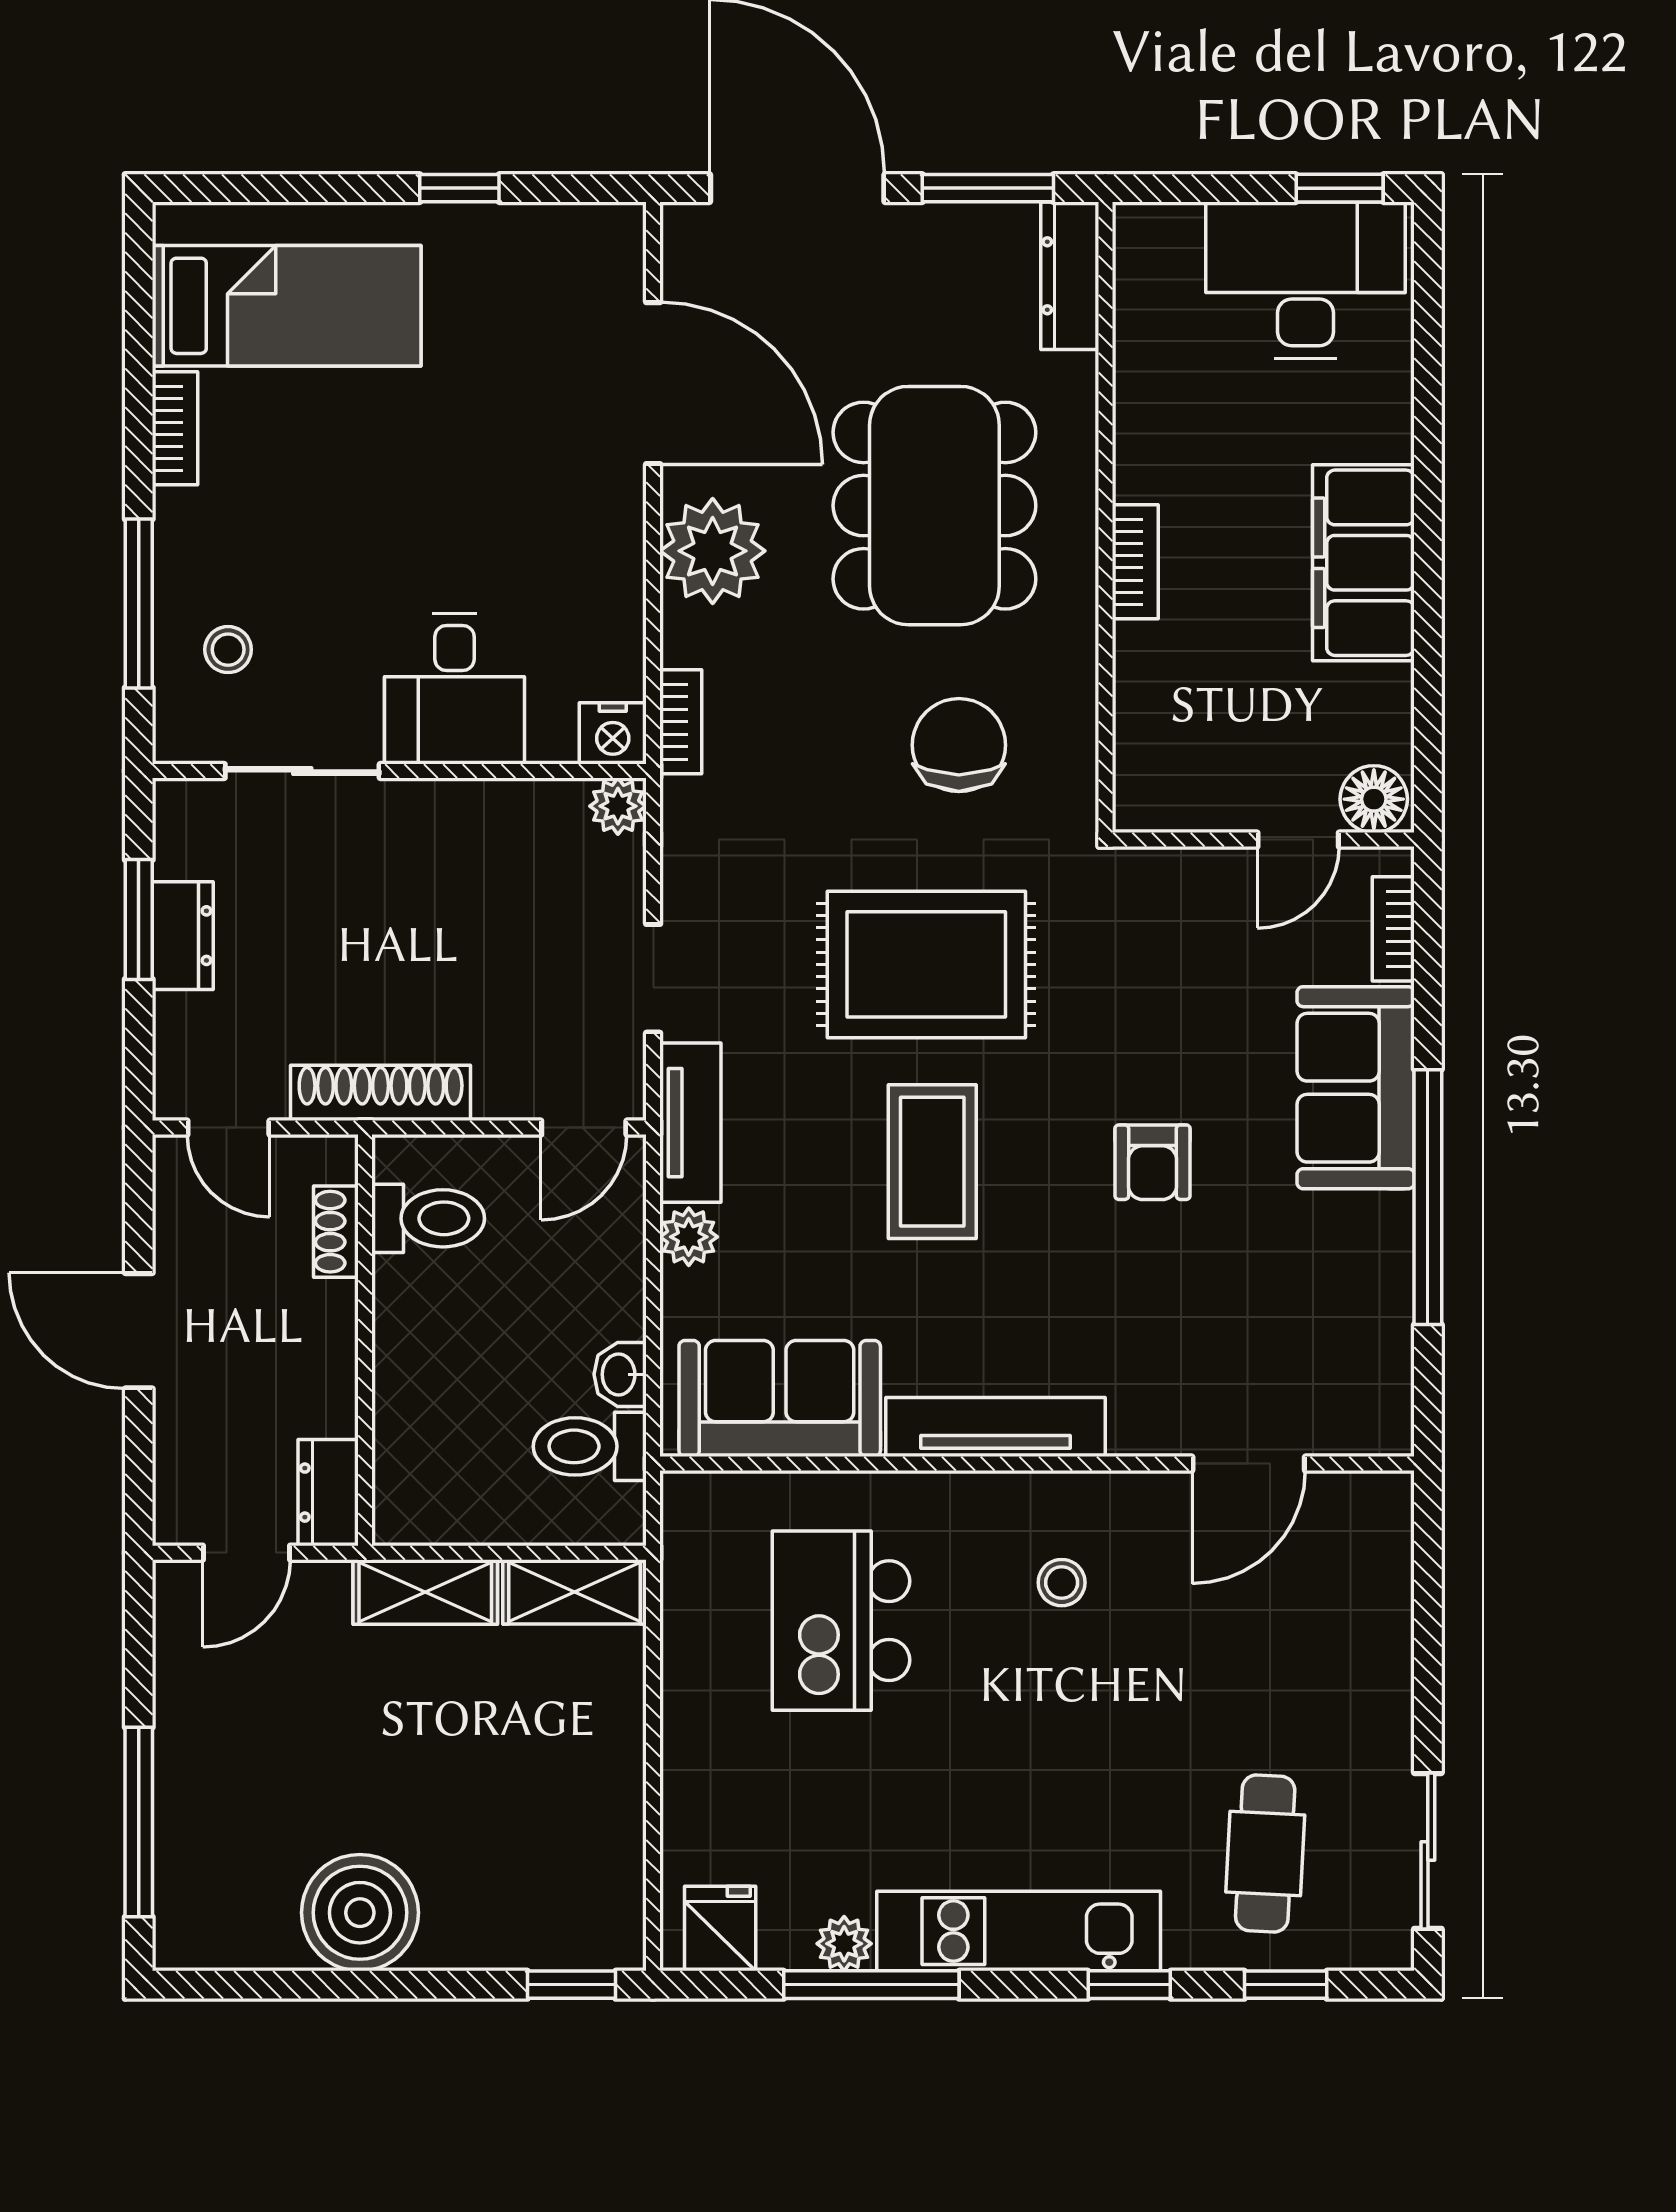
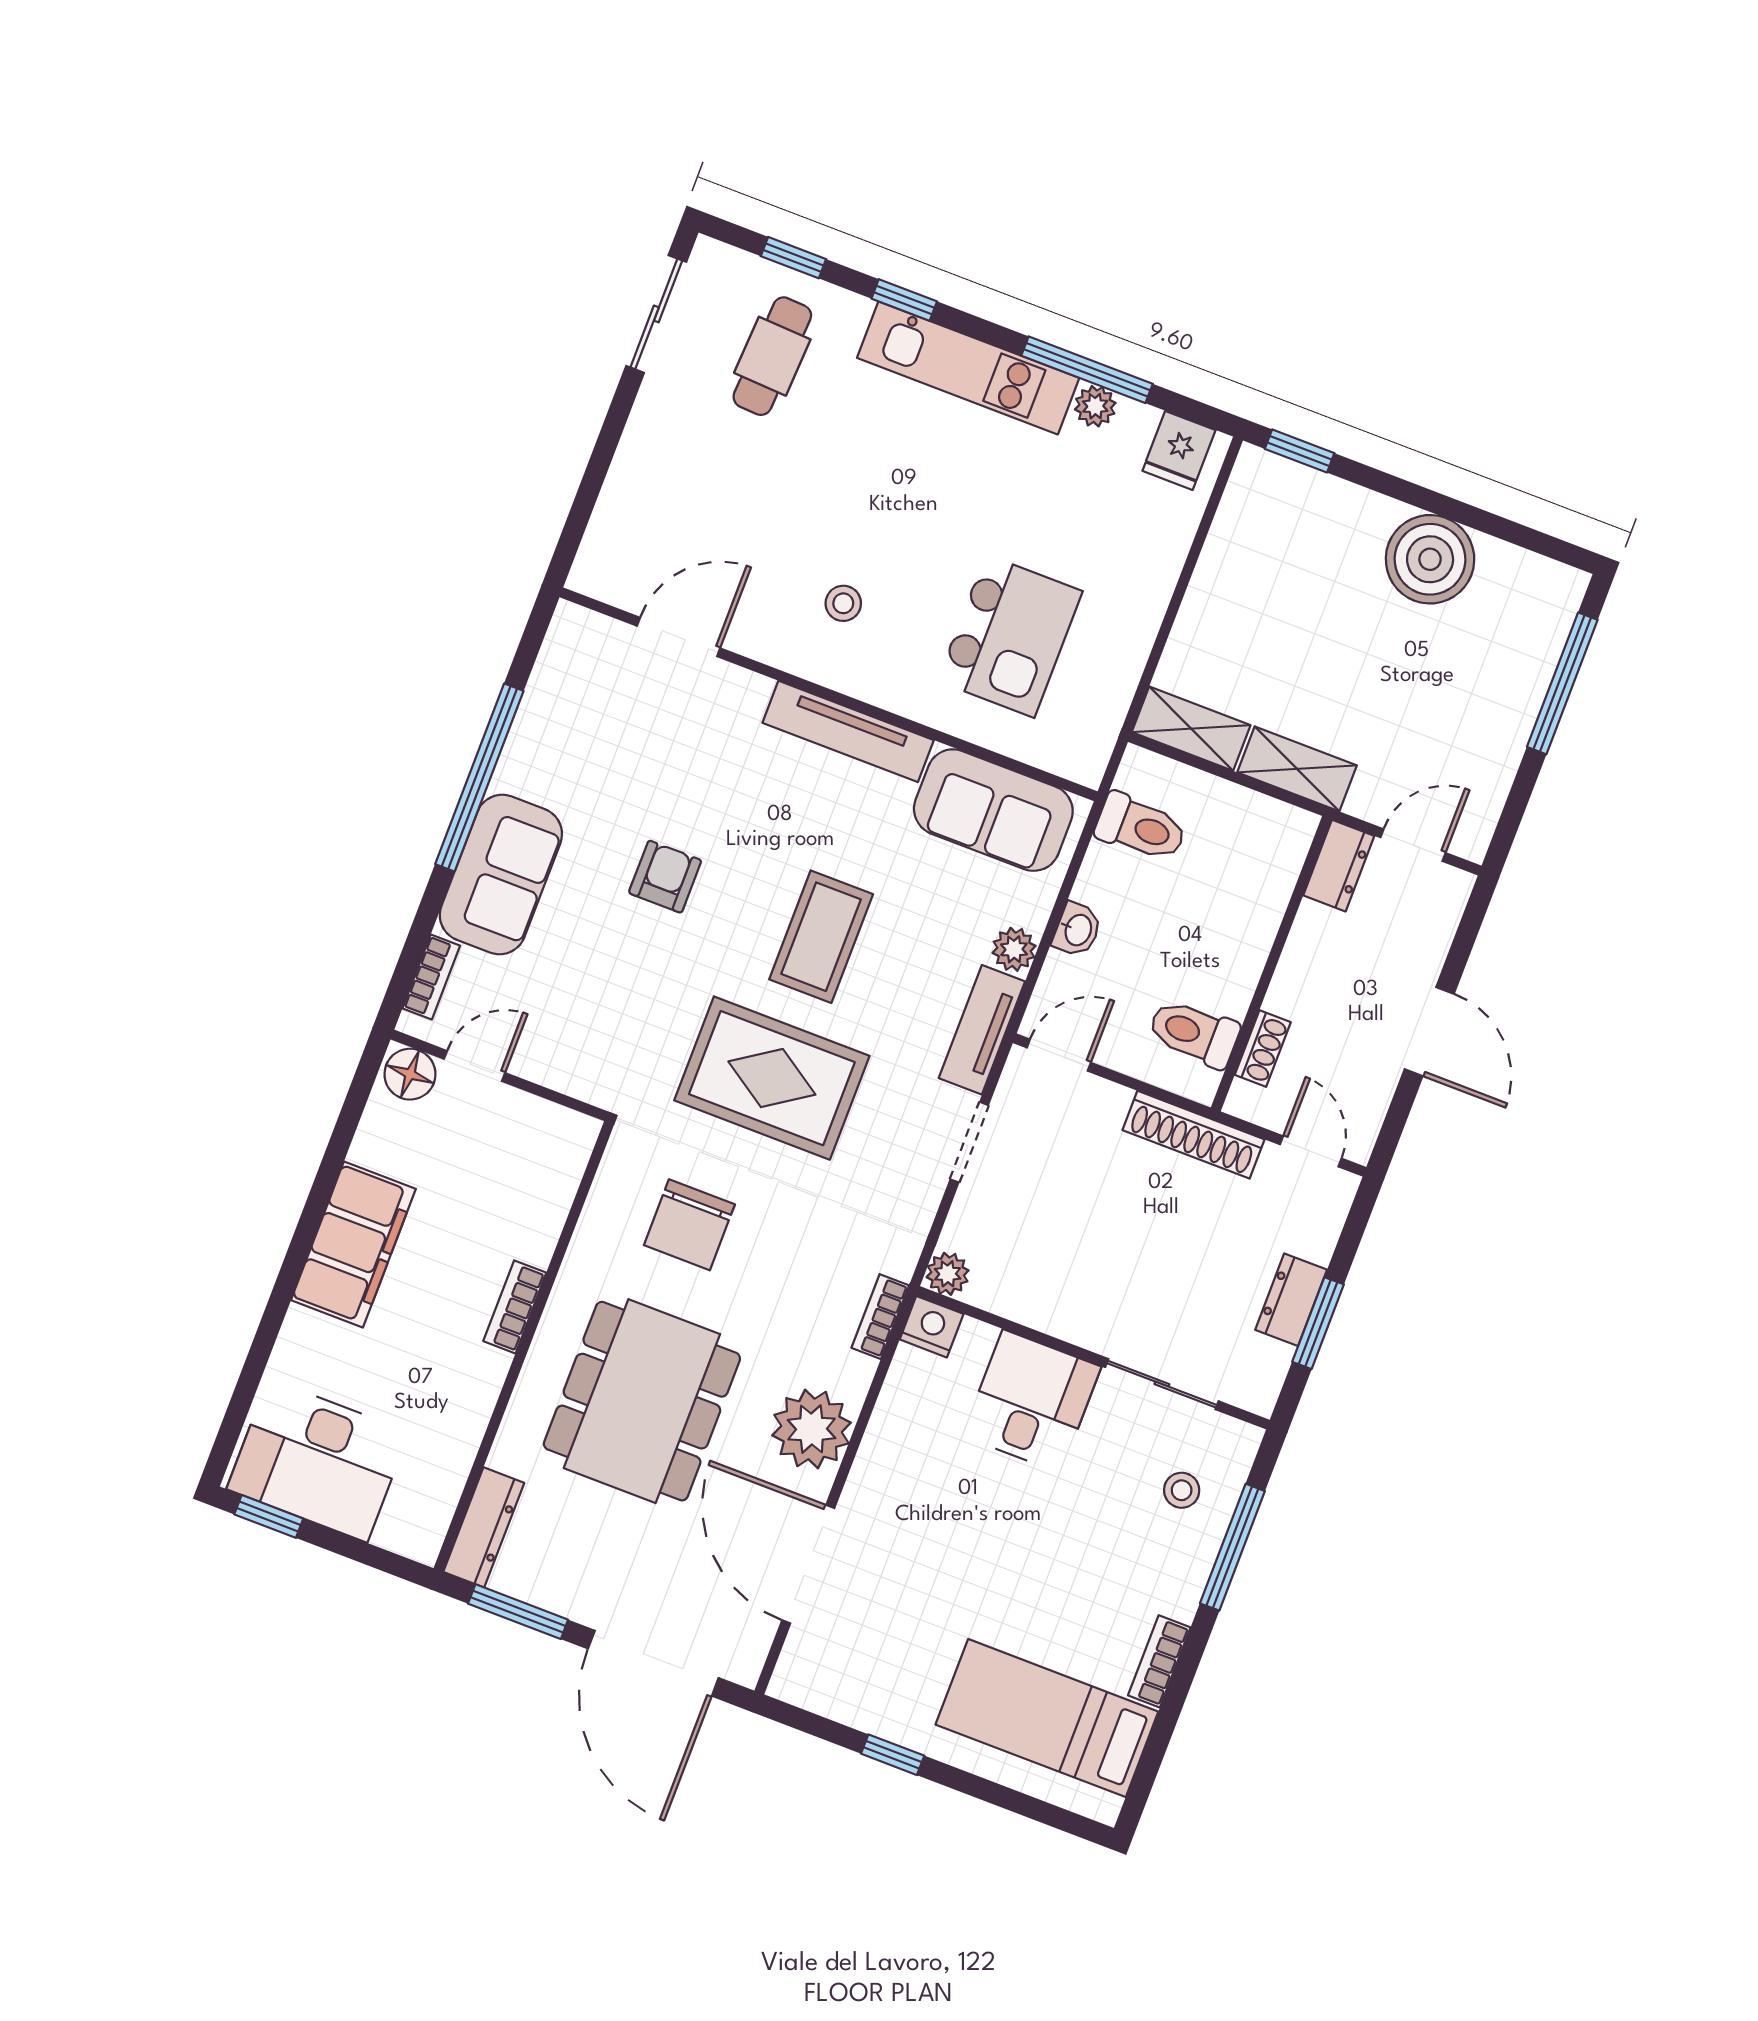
washbasin: (620, 1374) -> (1077, 930), moved

